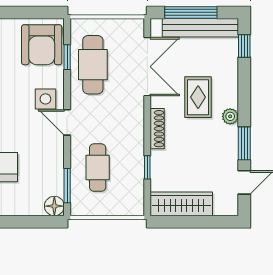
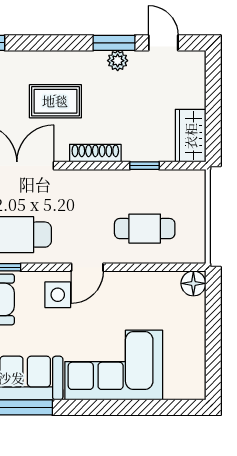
plant: (230, 116) -> (118, 61), moved
window: (67, 186) -> (168, 267), removed
wardrobe: (181, 204) -> (191, 136), width x0.67

